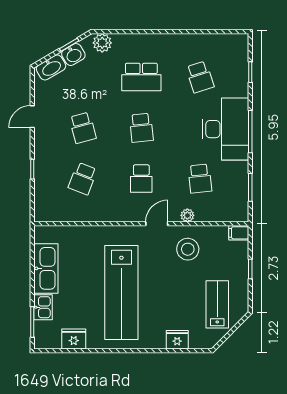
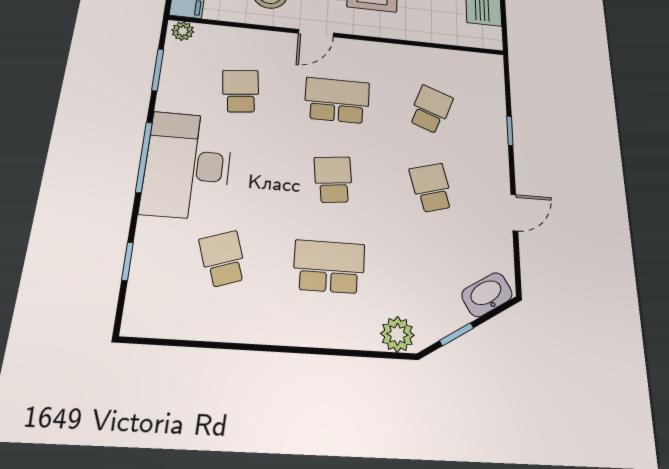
washbasin: (73, 55) -> (449, 316), removed
school desk: (141, 179) -> (337, 100), width x1.85
plant: (187, 215) -> (183, 31), moved

